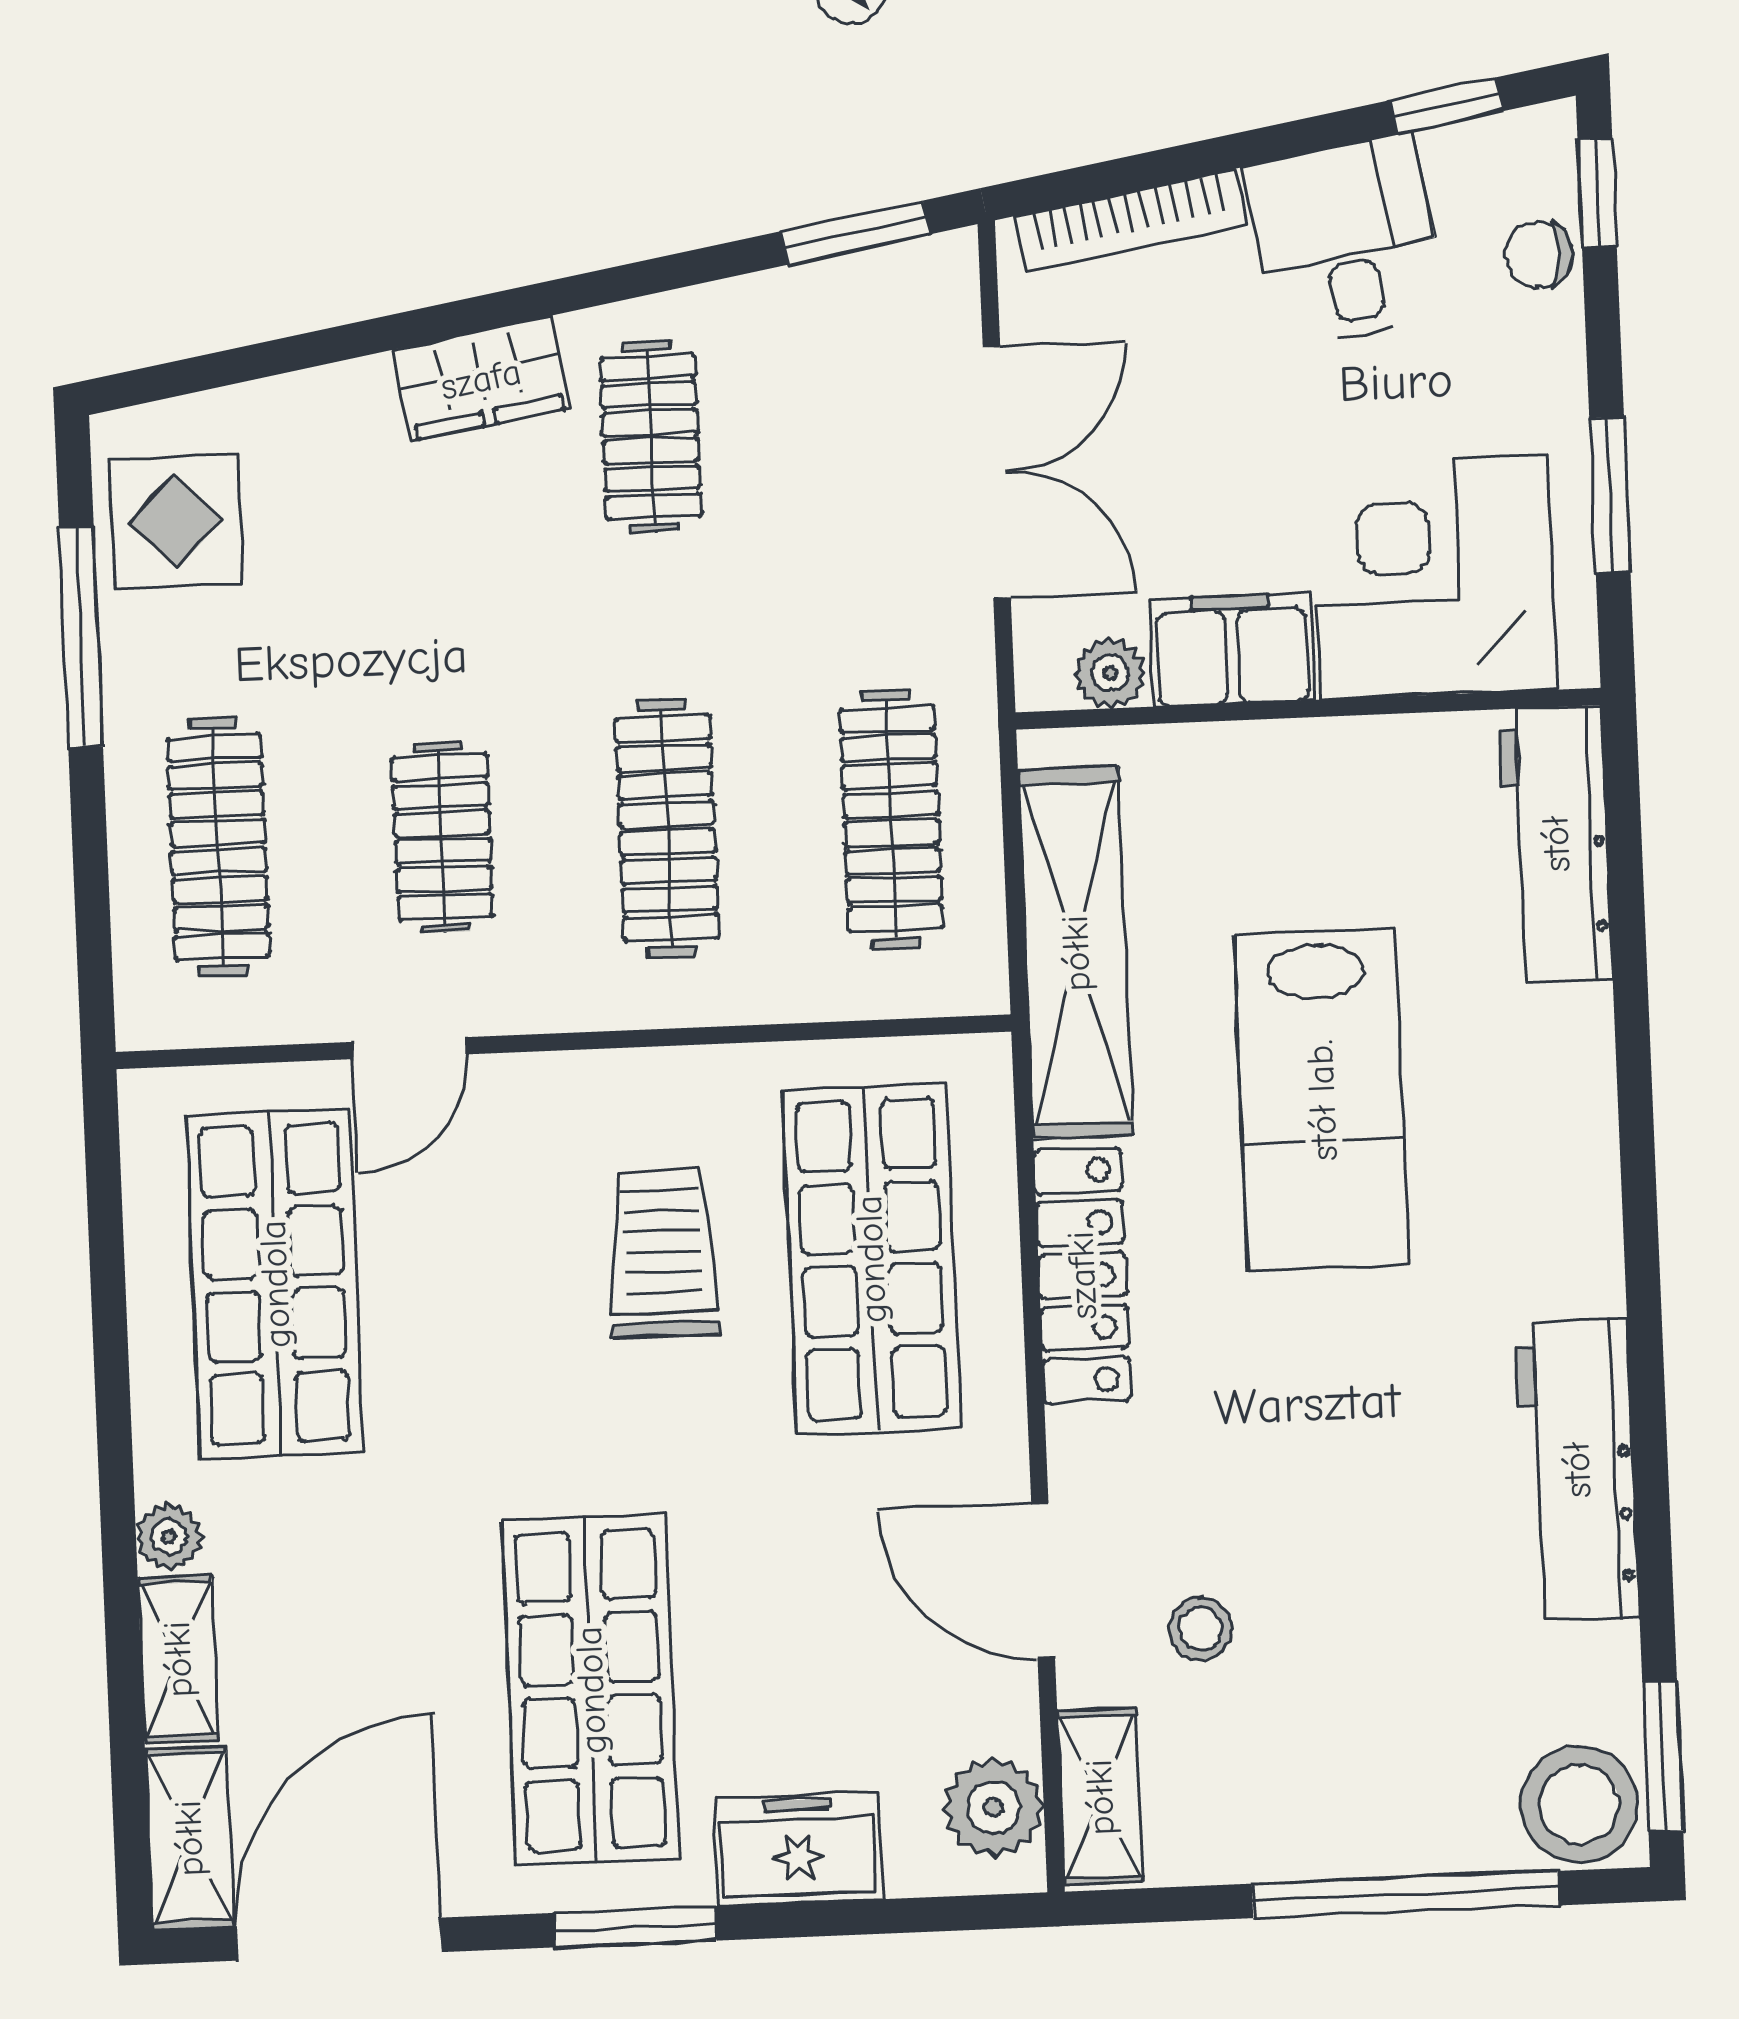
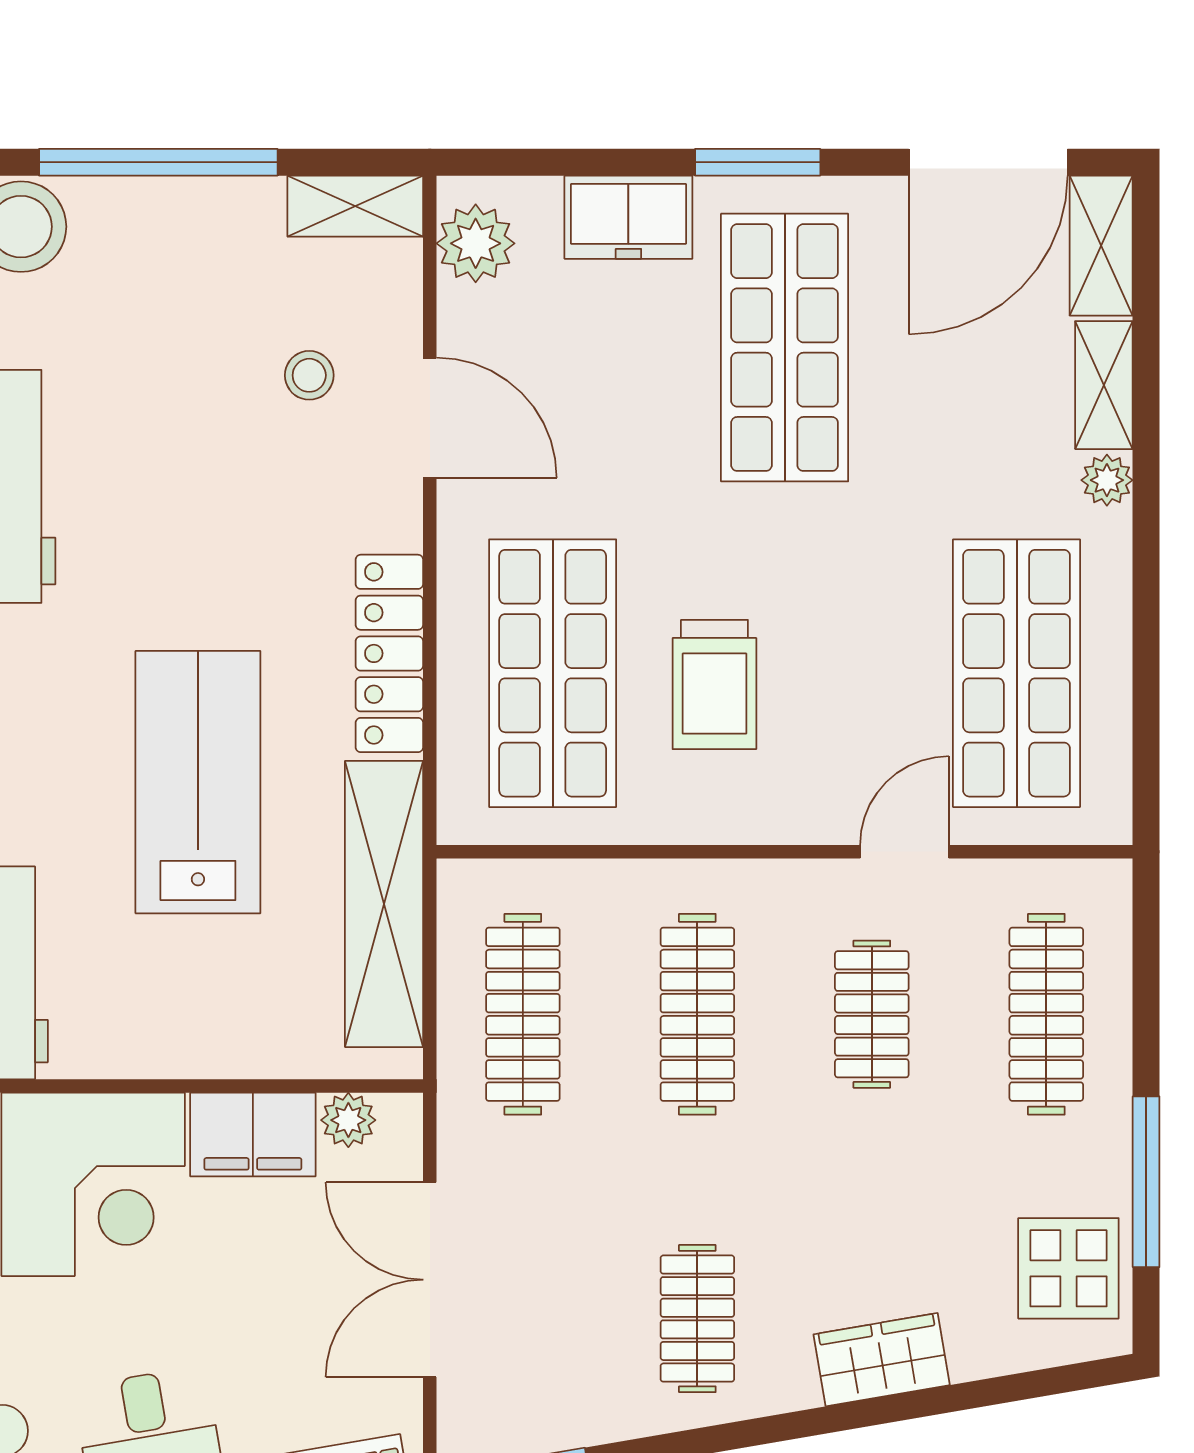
wardrobe: (481, 379) -> (882, 1360), moved
shelving: (1100, 1797) -> (355, 206), moved, turned 90

